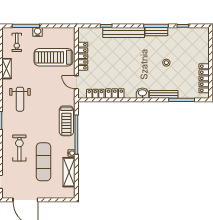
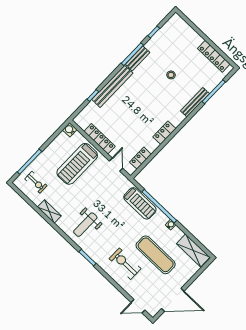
water cooler: (38, 32) -> (70, 130), moved
door: (76, 82) -> (116, 165), swing flipped
locker: (115, 93) -> (164, 133), moved
washbasin: (142, 93) -> (177, 119), removed
weight bench: (20, 99) -> (85, 225), turned 90
shelving: (69, 172) -> (193, 250), moved

